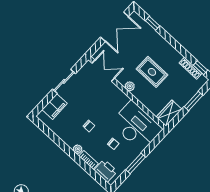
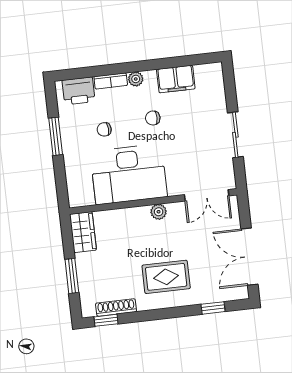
rug: (152, 72) -> (166, 277), moved
filing cabinet: (55, 107) -> (176, 79), moved, turned -90
desk: (136, 126) -> (129, 174), moved

